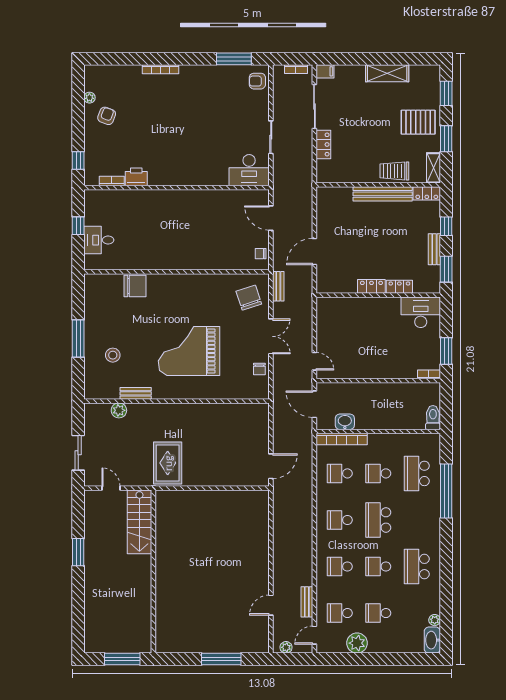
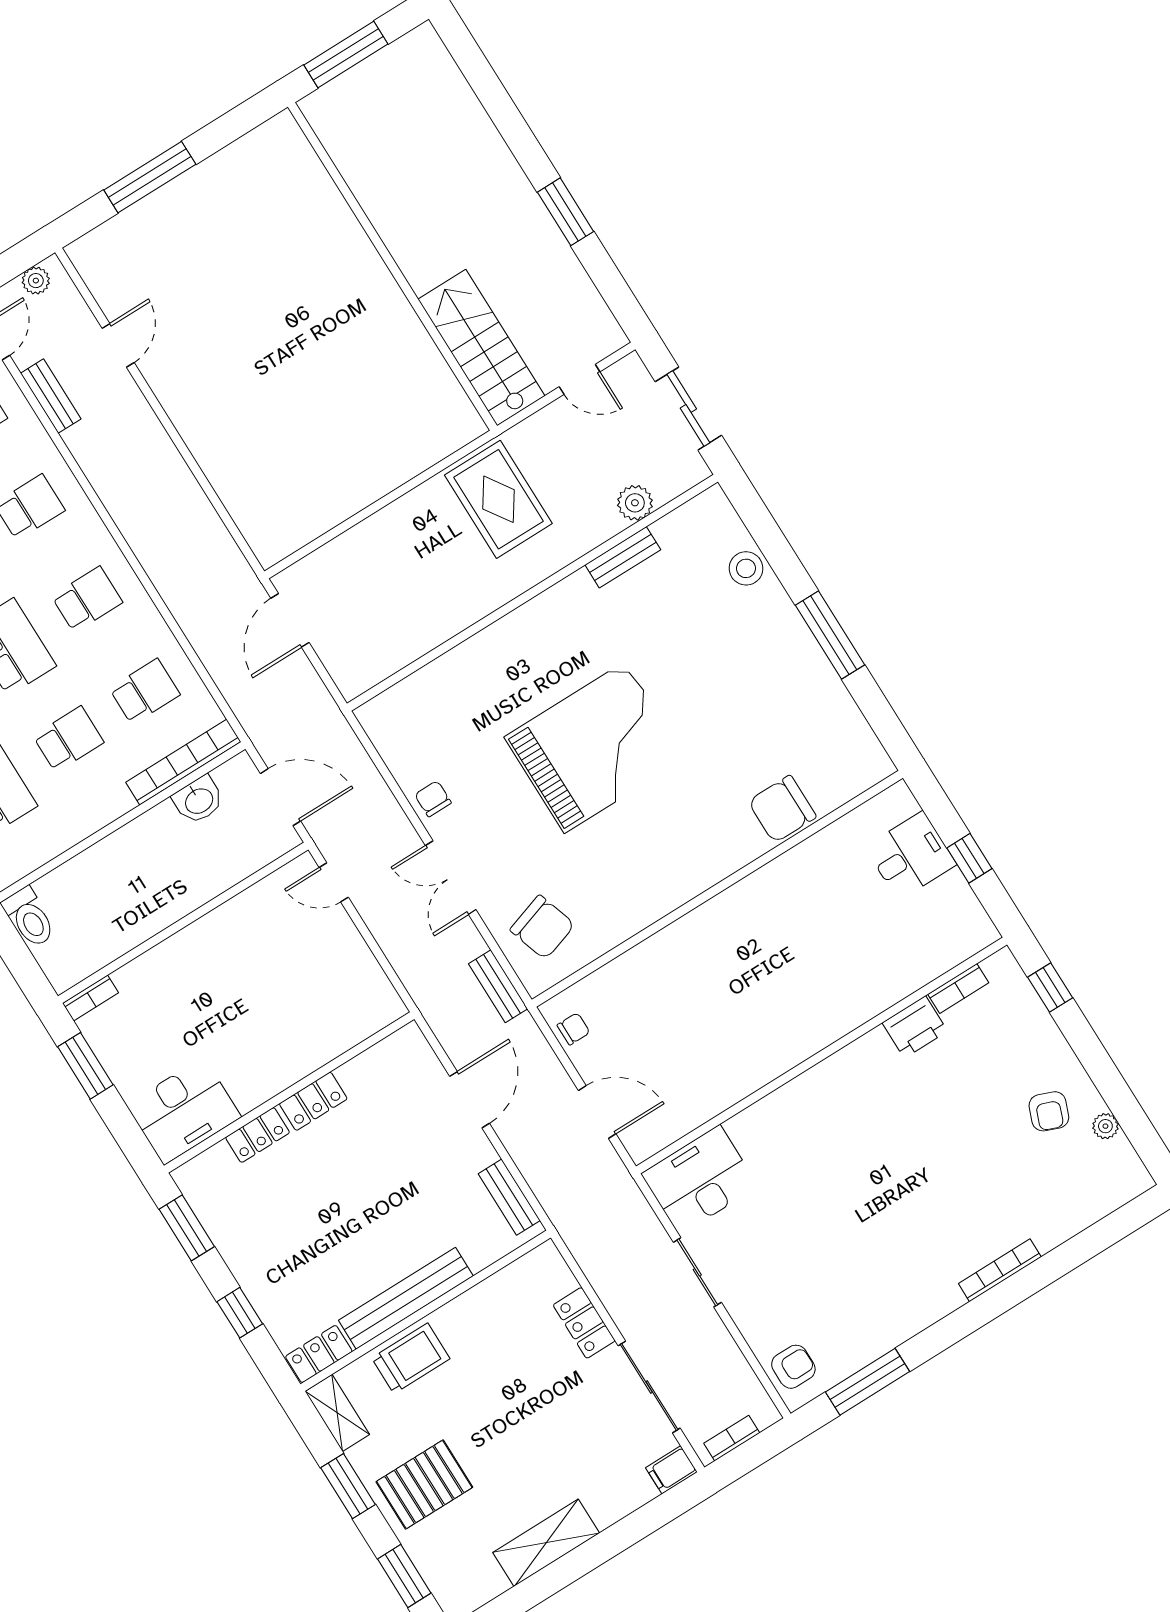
bench: (434, 249) -> (509, 1197), moved
stool: (113, 355) -> (746, 568), moved
bench: (136, 393) -> (623, 557), moved
wall: (177, 401) -> (532, 593), moved
plant: (119, 410) -> (635, 503), moved

